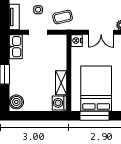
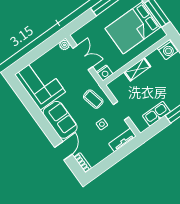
kitchen sink: (16, 47) -> (156, 114), moved
shelving: (61, 83) -> (137, 69), moved

